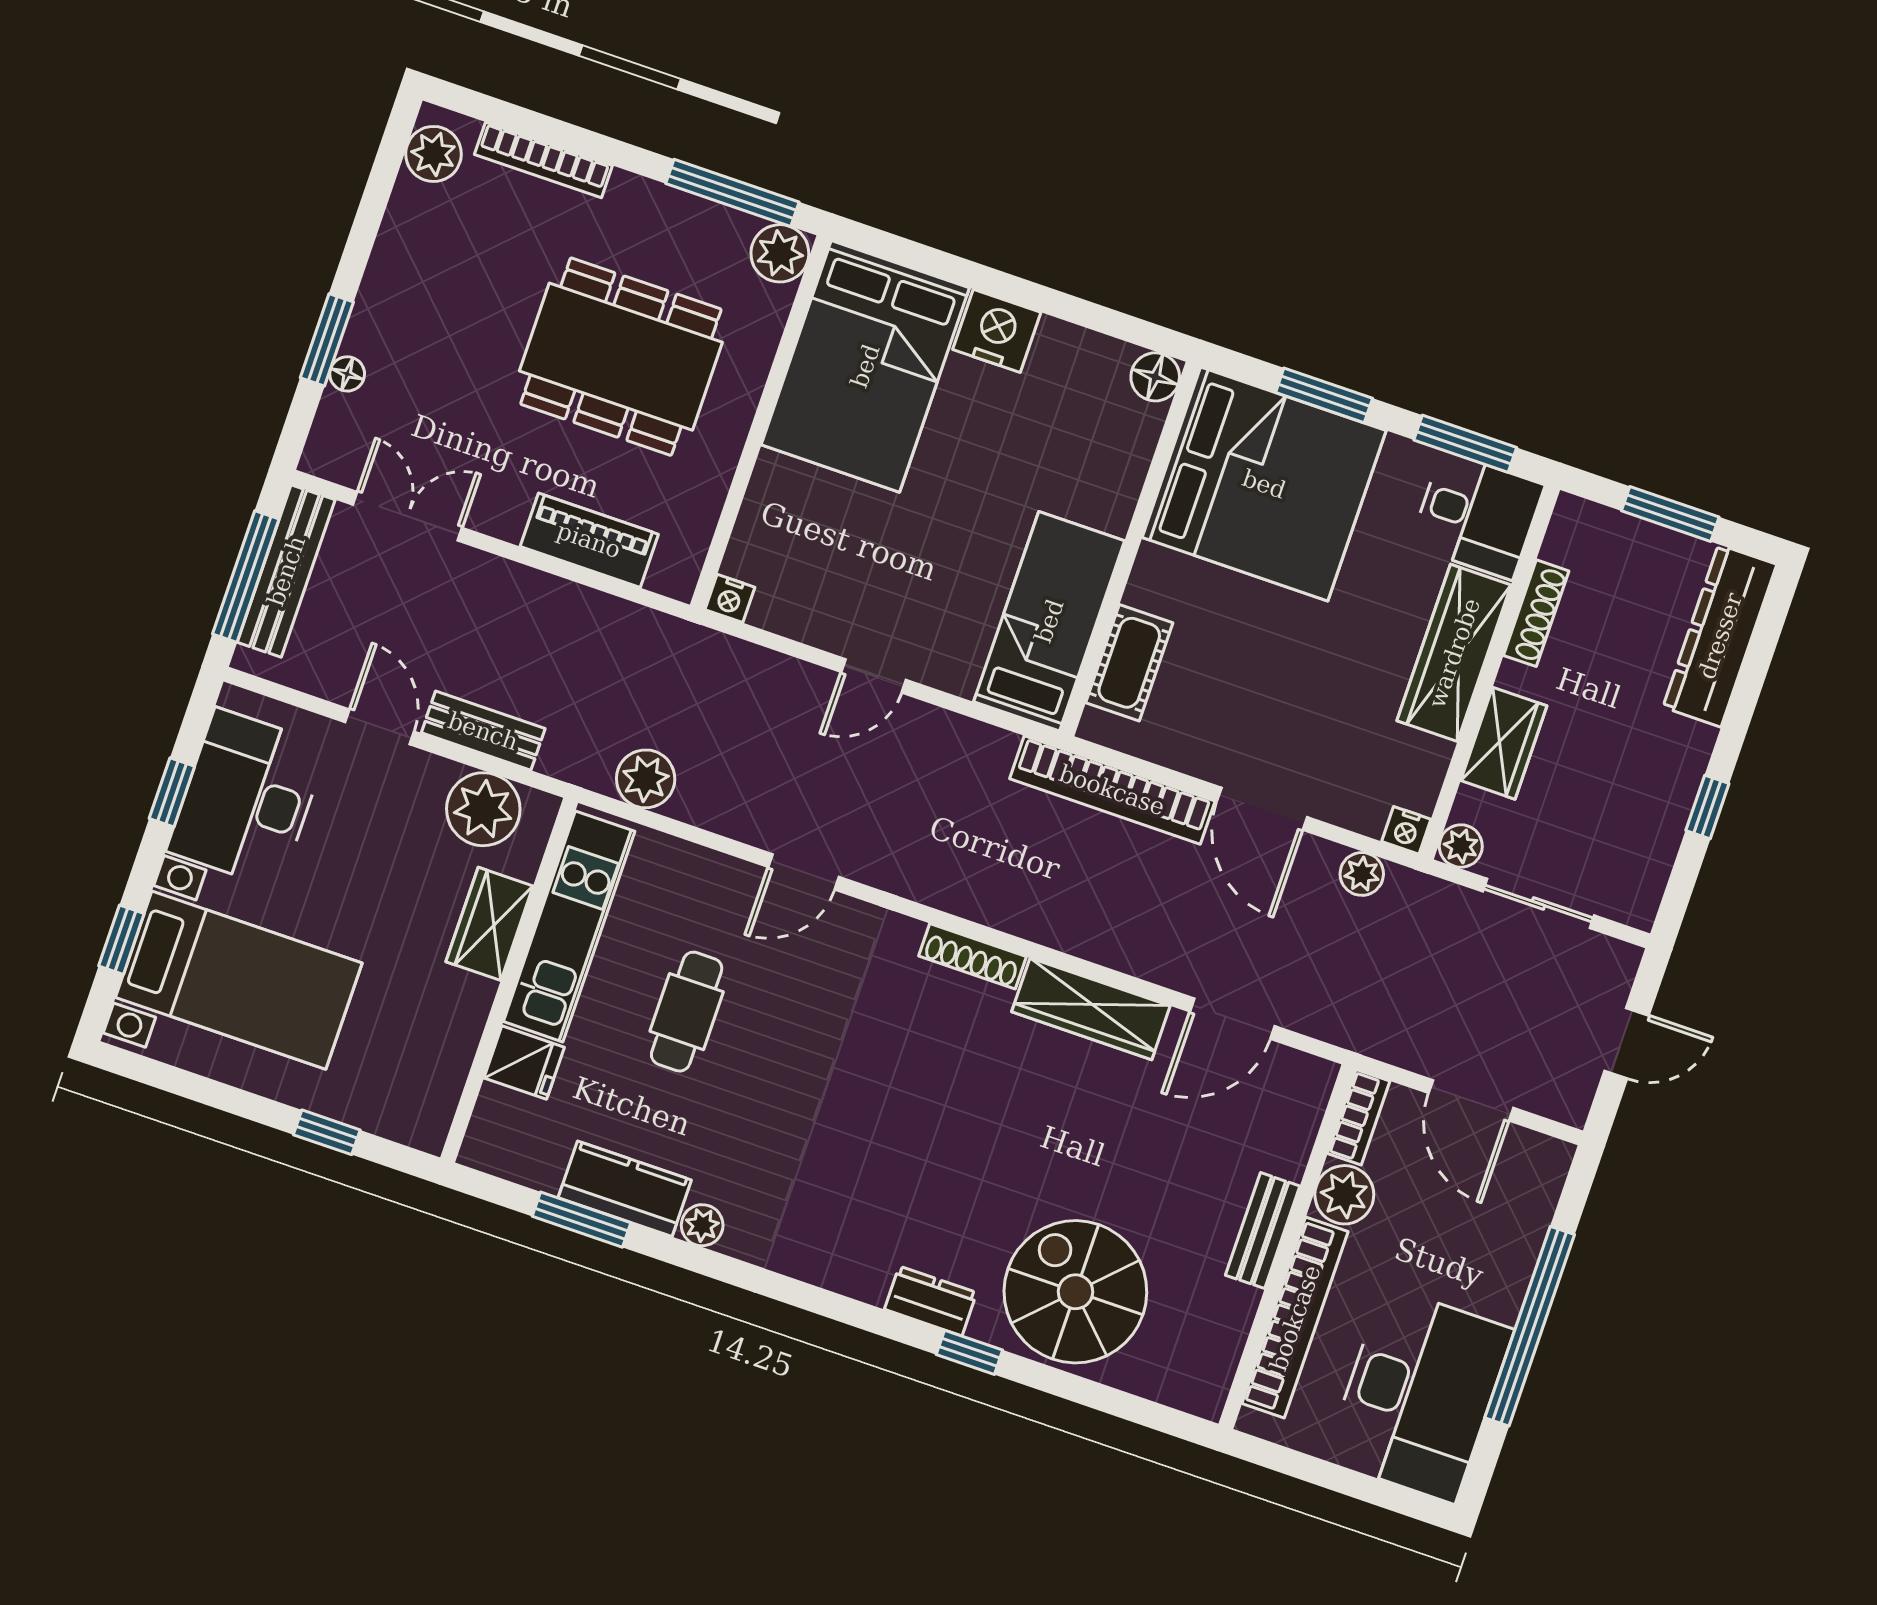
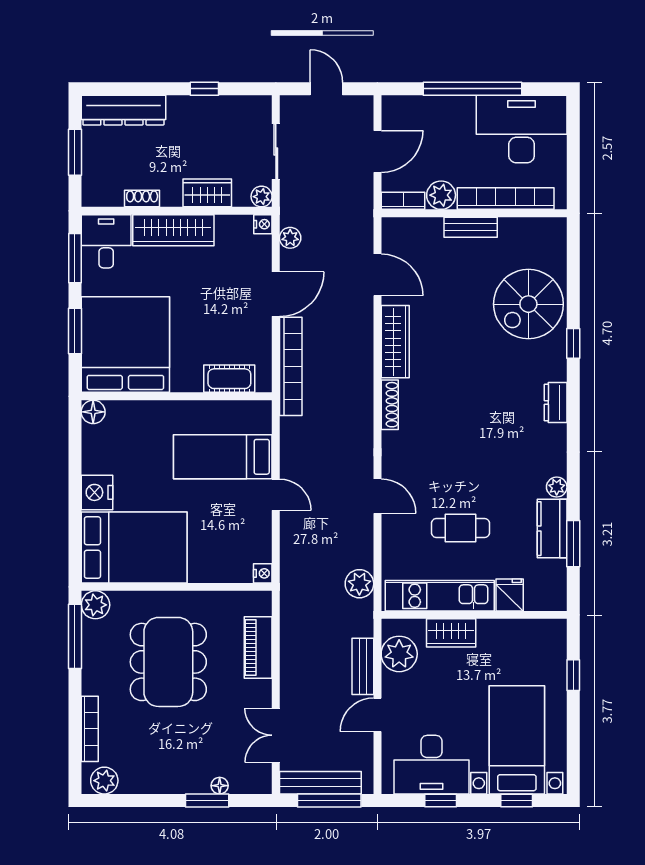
shoe rack: (1536, 613) -> (142, 199), width x0.70
bed: (1049, 621) -> (223, 457), moved
dresser: (931, 1301) -> (556, 403), moved

